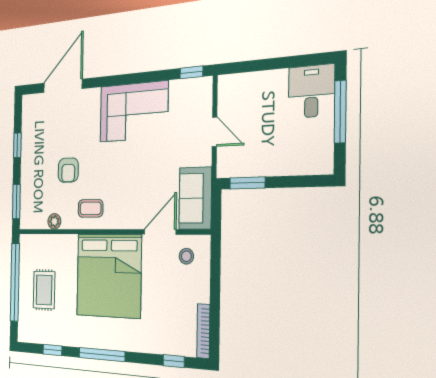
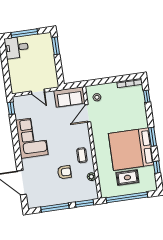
door: (215, 132) -> (38, 92), swing flipped
window: (17, 145) -> (55, 208), width x2.17
window: (247, 183) -> (56, 46), moved
door: (160, 232) -> (88, 113), hinge flipped
bed: (109, 275) -> (131, 149), moved, turned 180
window: (102, 355) -> (153, 137), width x0.69

